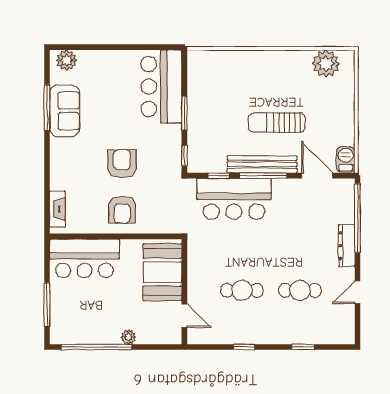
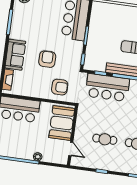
sofa: (65, 111) -> (15, 55), moved
armchair: (122, 210) -> (60, 87), moved, turned -90

